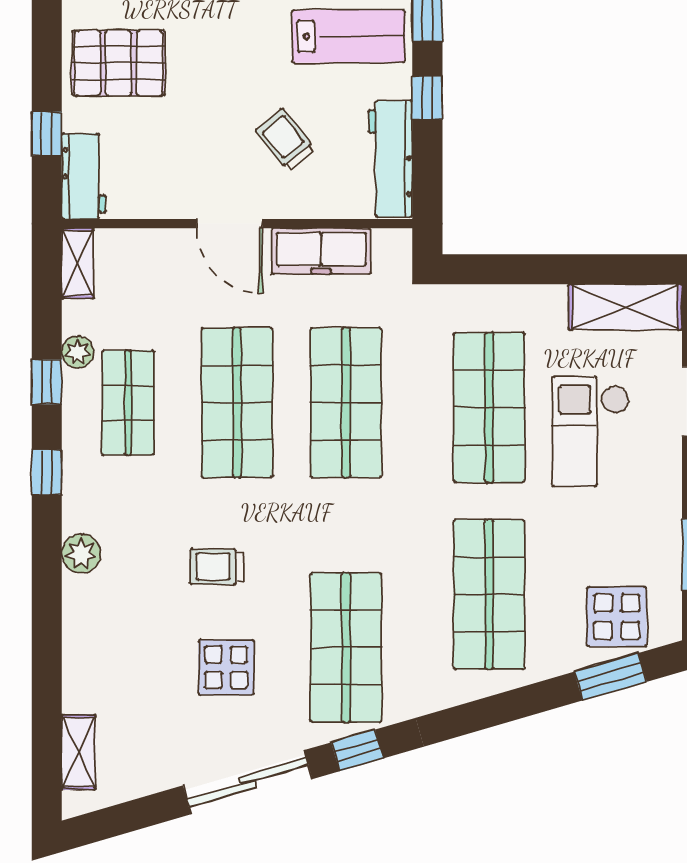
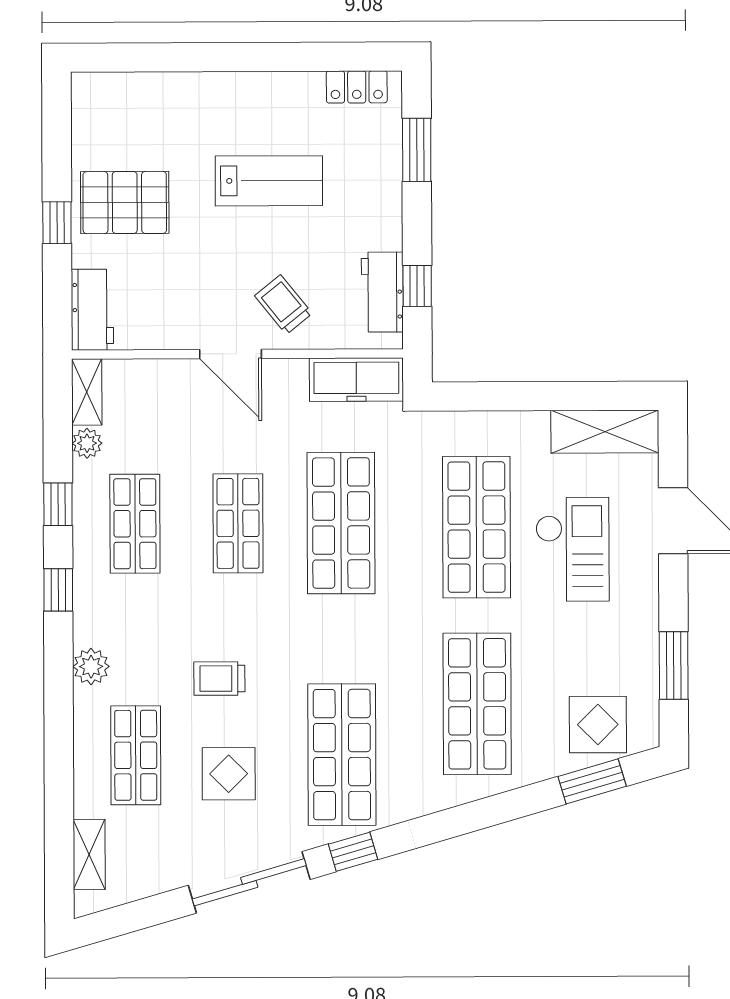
lab bench: (349, 36) -> (269, 181), moved
window: (427, 98) -> (417, 286), moved
window: (47, 134) -> (57, 223), moved
trolley: (285, 140) -> (283, 305), moved
workbench: (390, 159) -> (382, 292), width x0.73
freezer: (321, 251) -> (356, 380), moved
plant: (78, 352) -> (87, 443), moved
shop shelf: (237, 403) -> (238, 523), width x0.70, depth x0.74
checkout: (590, 431) -> (572, 549), turned 180
shop shelf: (128, 648) -> (136, 755), added

